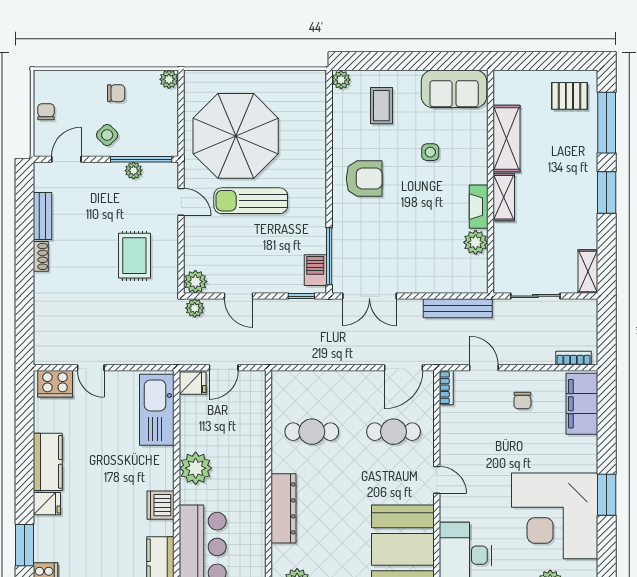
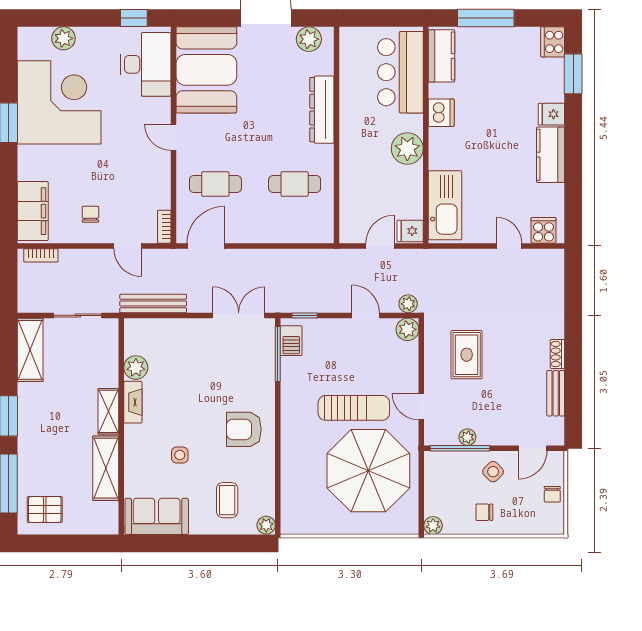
shelving: (588, 271) -> (30, 350), width x1.50, depth x1.33
cooker: (55, 384) -> (544, 230), width x0.73

